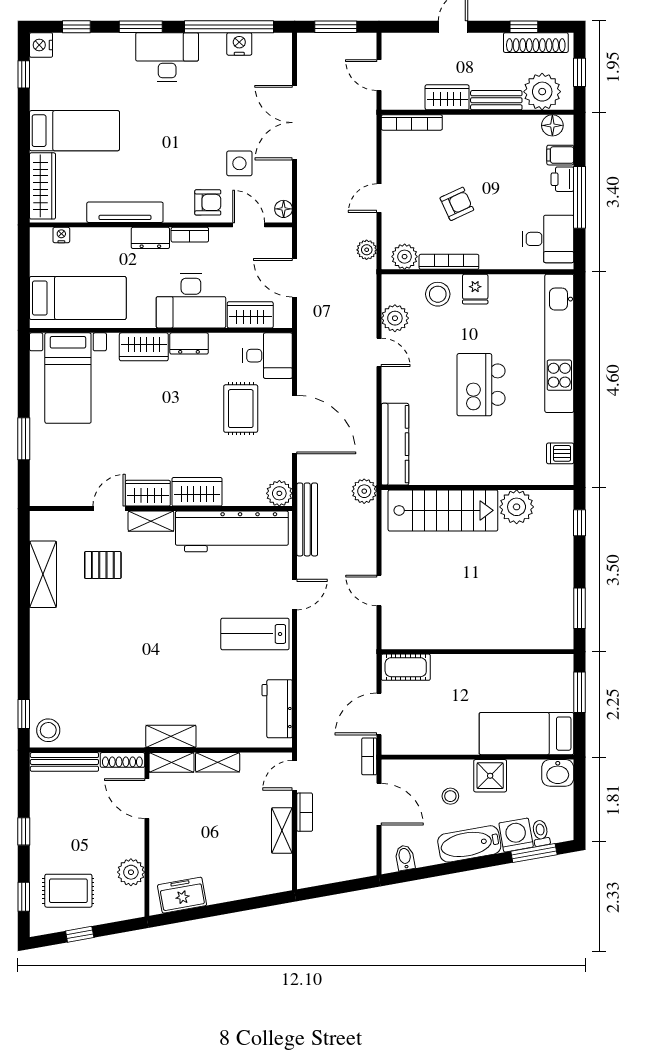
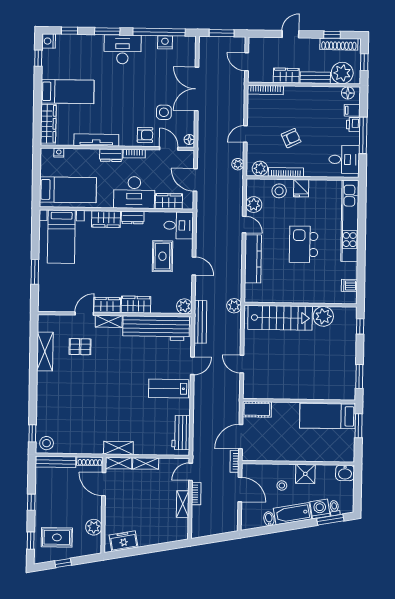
door: (295, 425) -> (194, 266), width x0.53
kitchen counter: (395, 444) -> (253, 259), moved
bed: (526, 734) -> (328, 416), moved
bidet: (405, 858) -> (269, 519), moved

